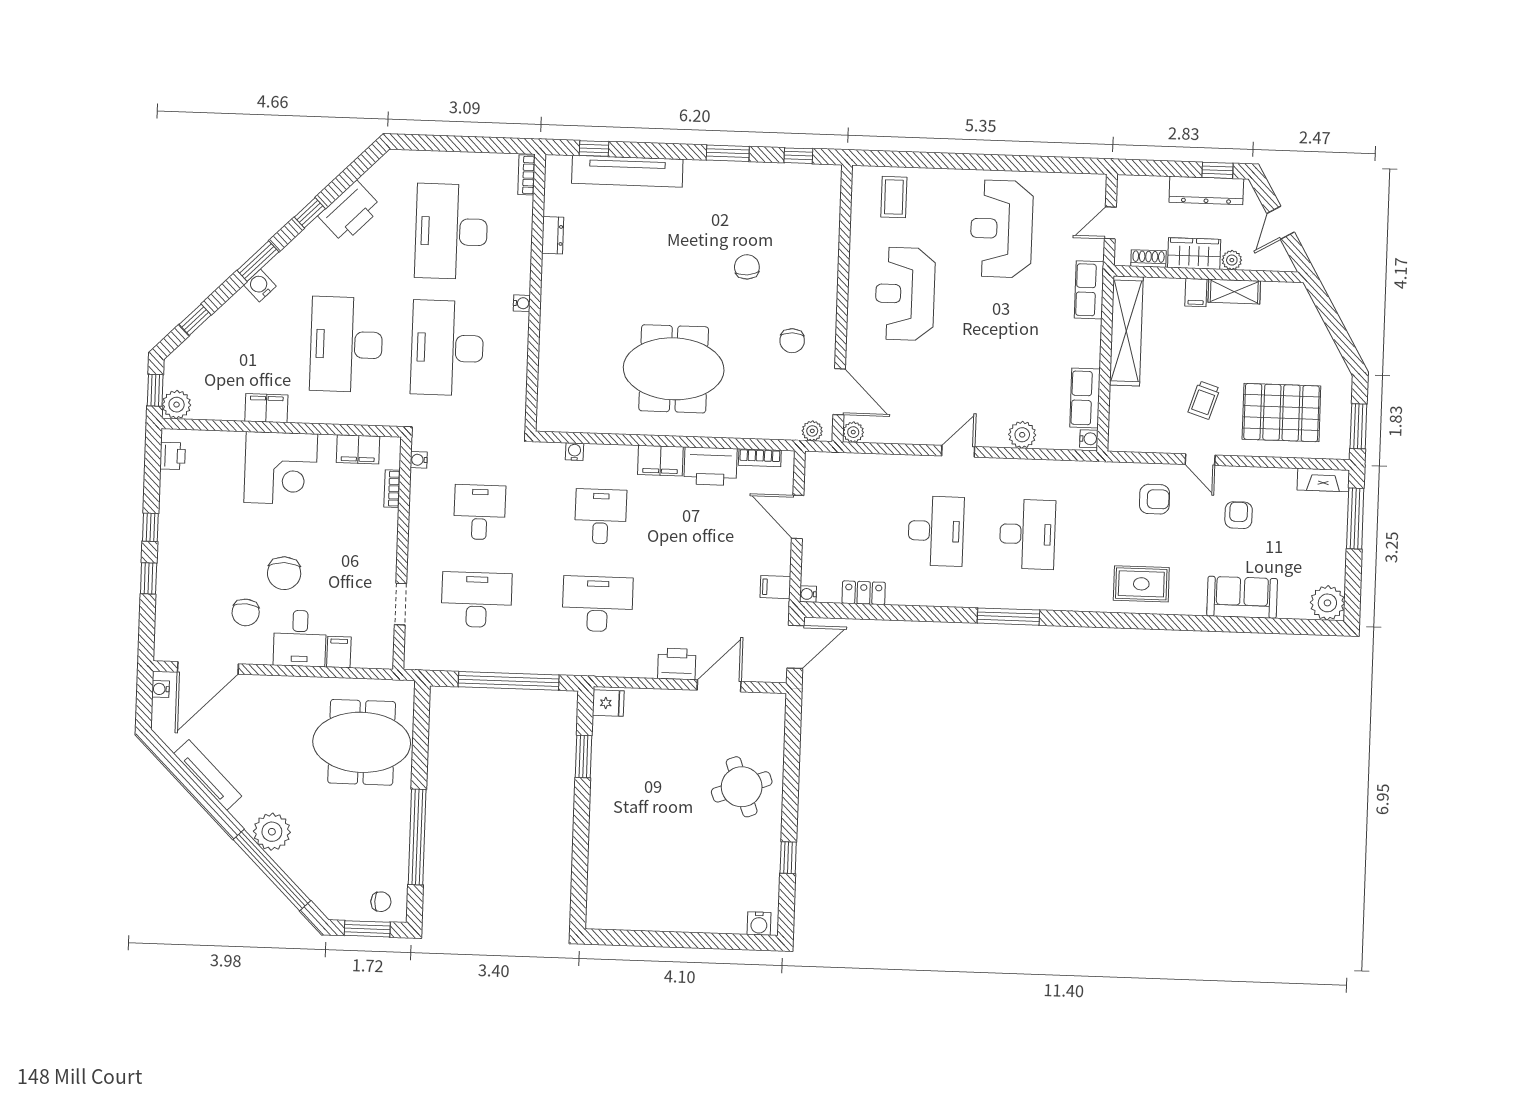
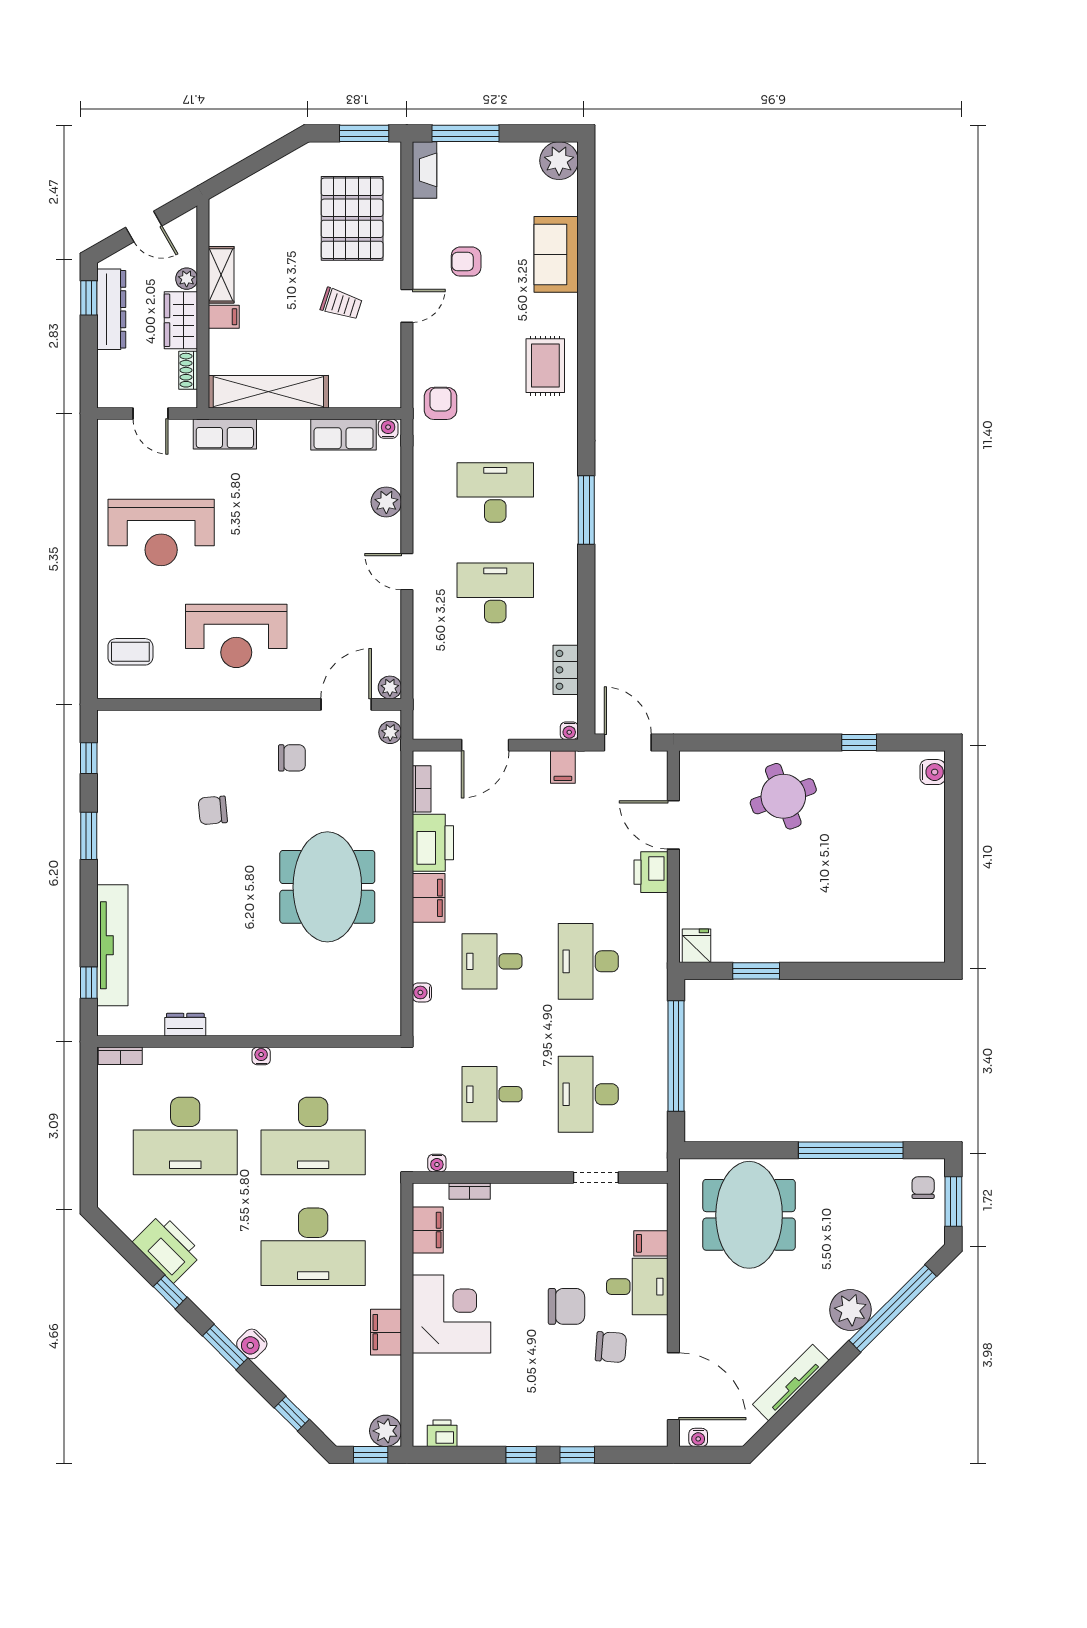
armchair: (1155, 499) -> (440, 403), moved

